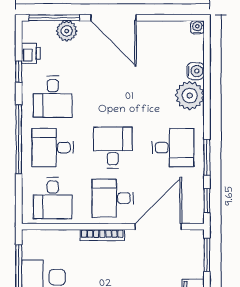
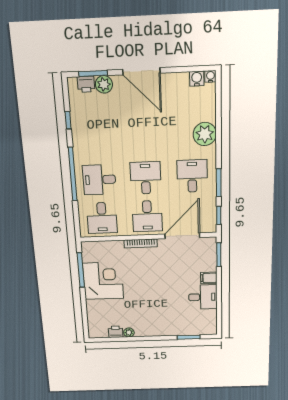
window: (54, 18) -> (93, 73), width x0.69
printer: (31, 53) -> (86, 84), moved, turned 90
water cooler: (196, 71) -> (197, 79), moved, turned -90
desk: (53, 97) -> (96, 140), removed
desk: (173, 148) -> (192, 176), turned -90
desk: (113, 198) -> (147, 216), turned -90

